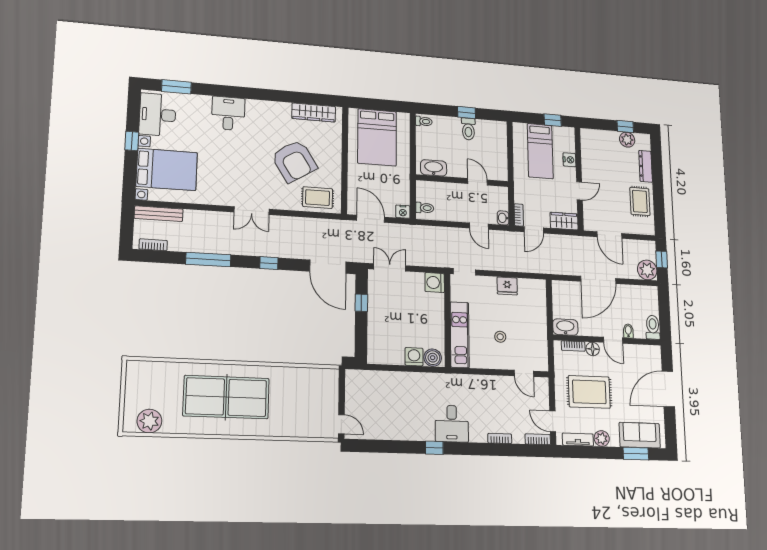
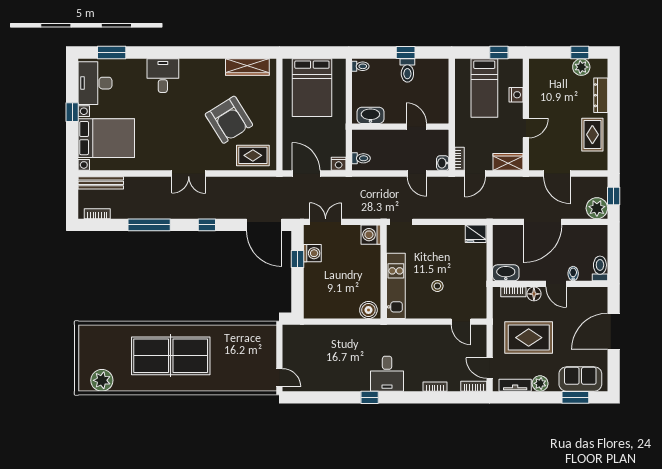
fridge: (507, 286) -> (476, 234), moved
washing machine: (414, 357) -> (312, 253), moved, turned 90

